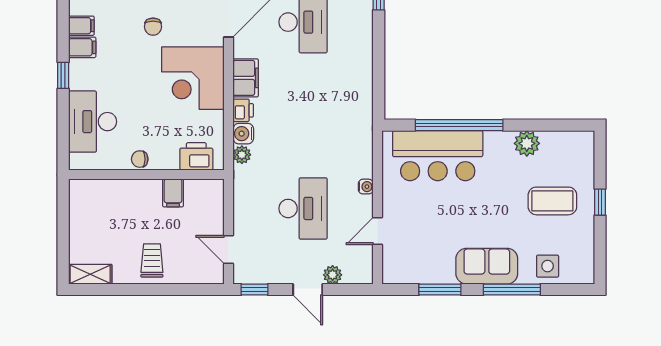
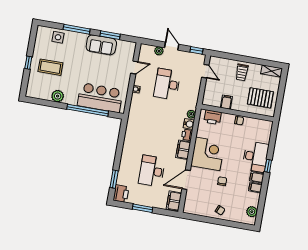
desk: (93, 122) -> (255, 157), moved
pallet: (104, 214) -> (260, 98), added
sofa: (487, 266) -> (101, 45), moved

